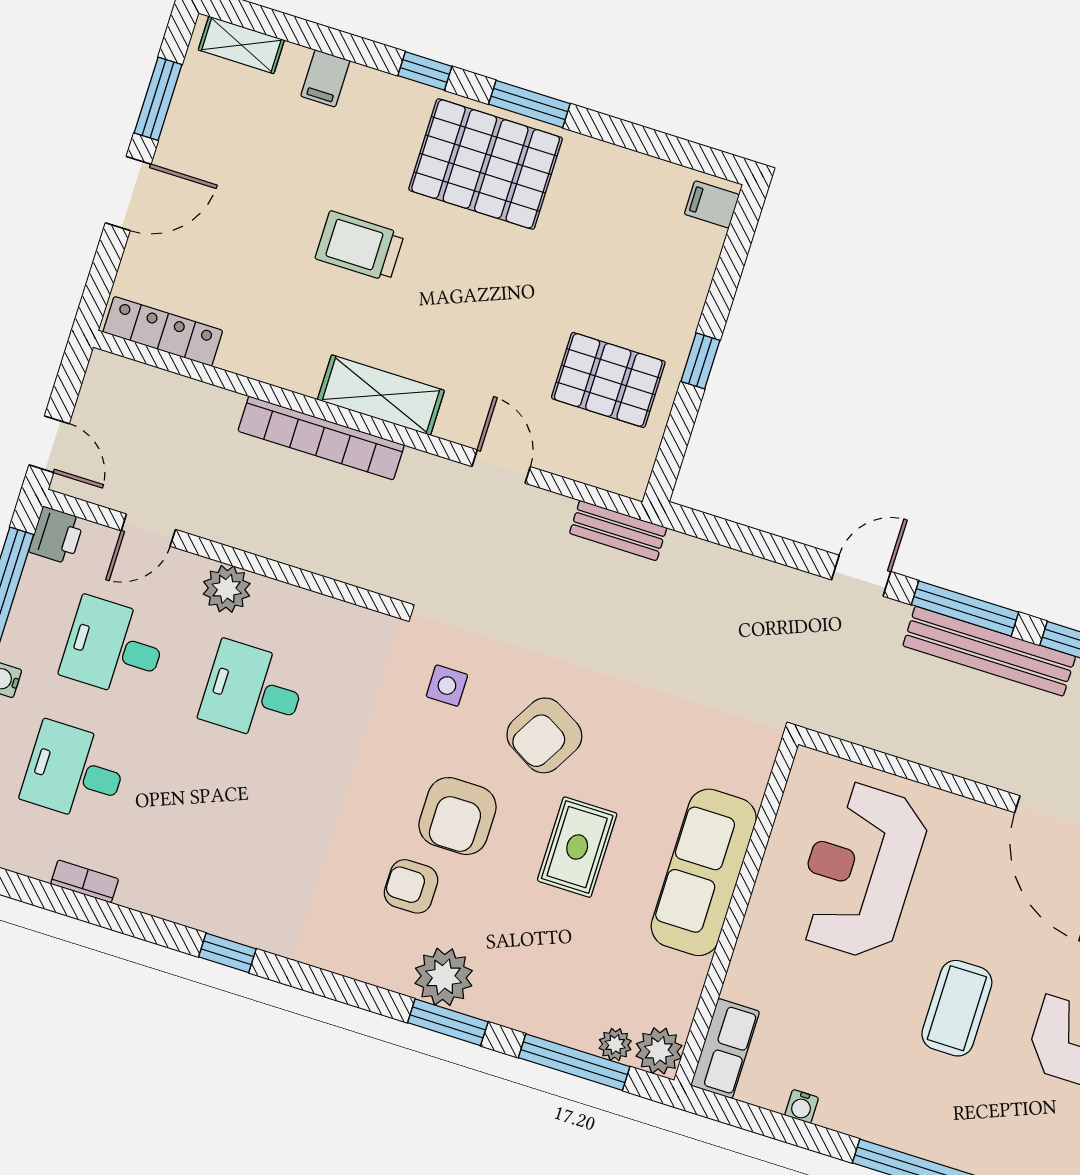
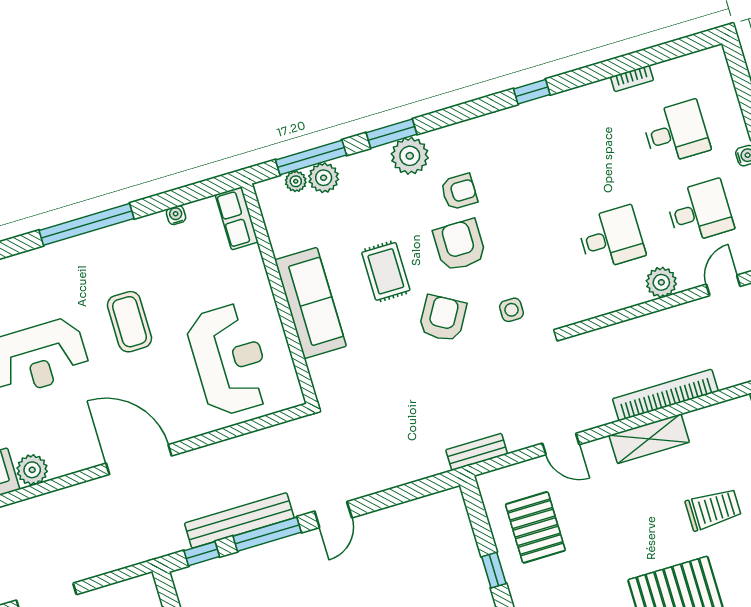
pallet: (608, 380) -> (535, 527), turned 90
plant: (659, 1051) -> (324, 178), moved

